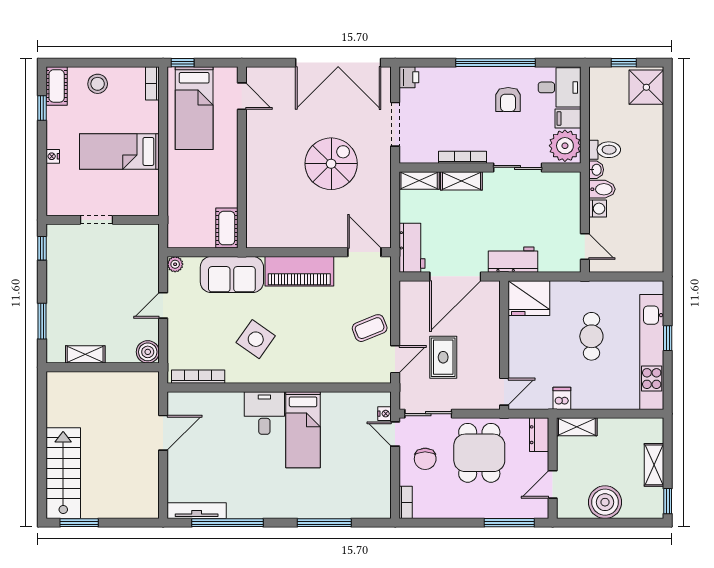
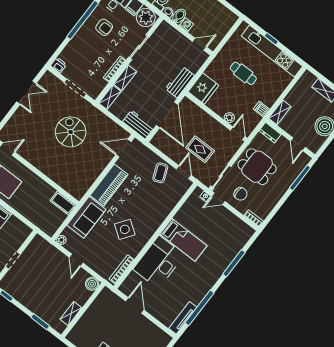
double door: (338, 63) -> (26, 93), width x0.54
plant: (517, 364) -> (229, 118), added
desk: (264, 413) -> (159, 262), width x1.87, depth x1.30

